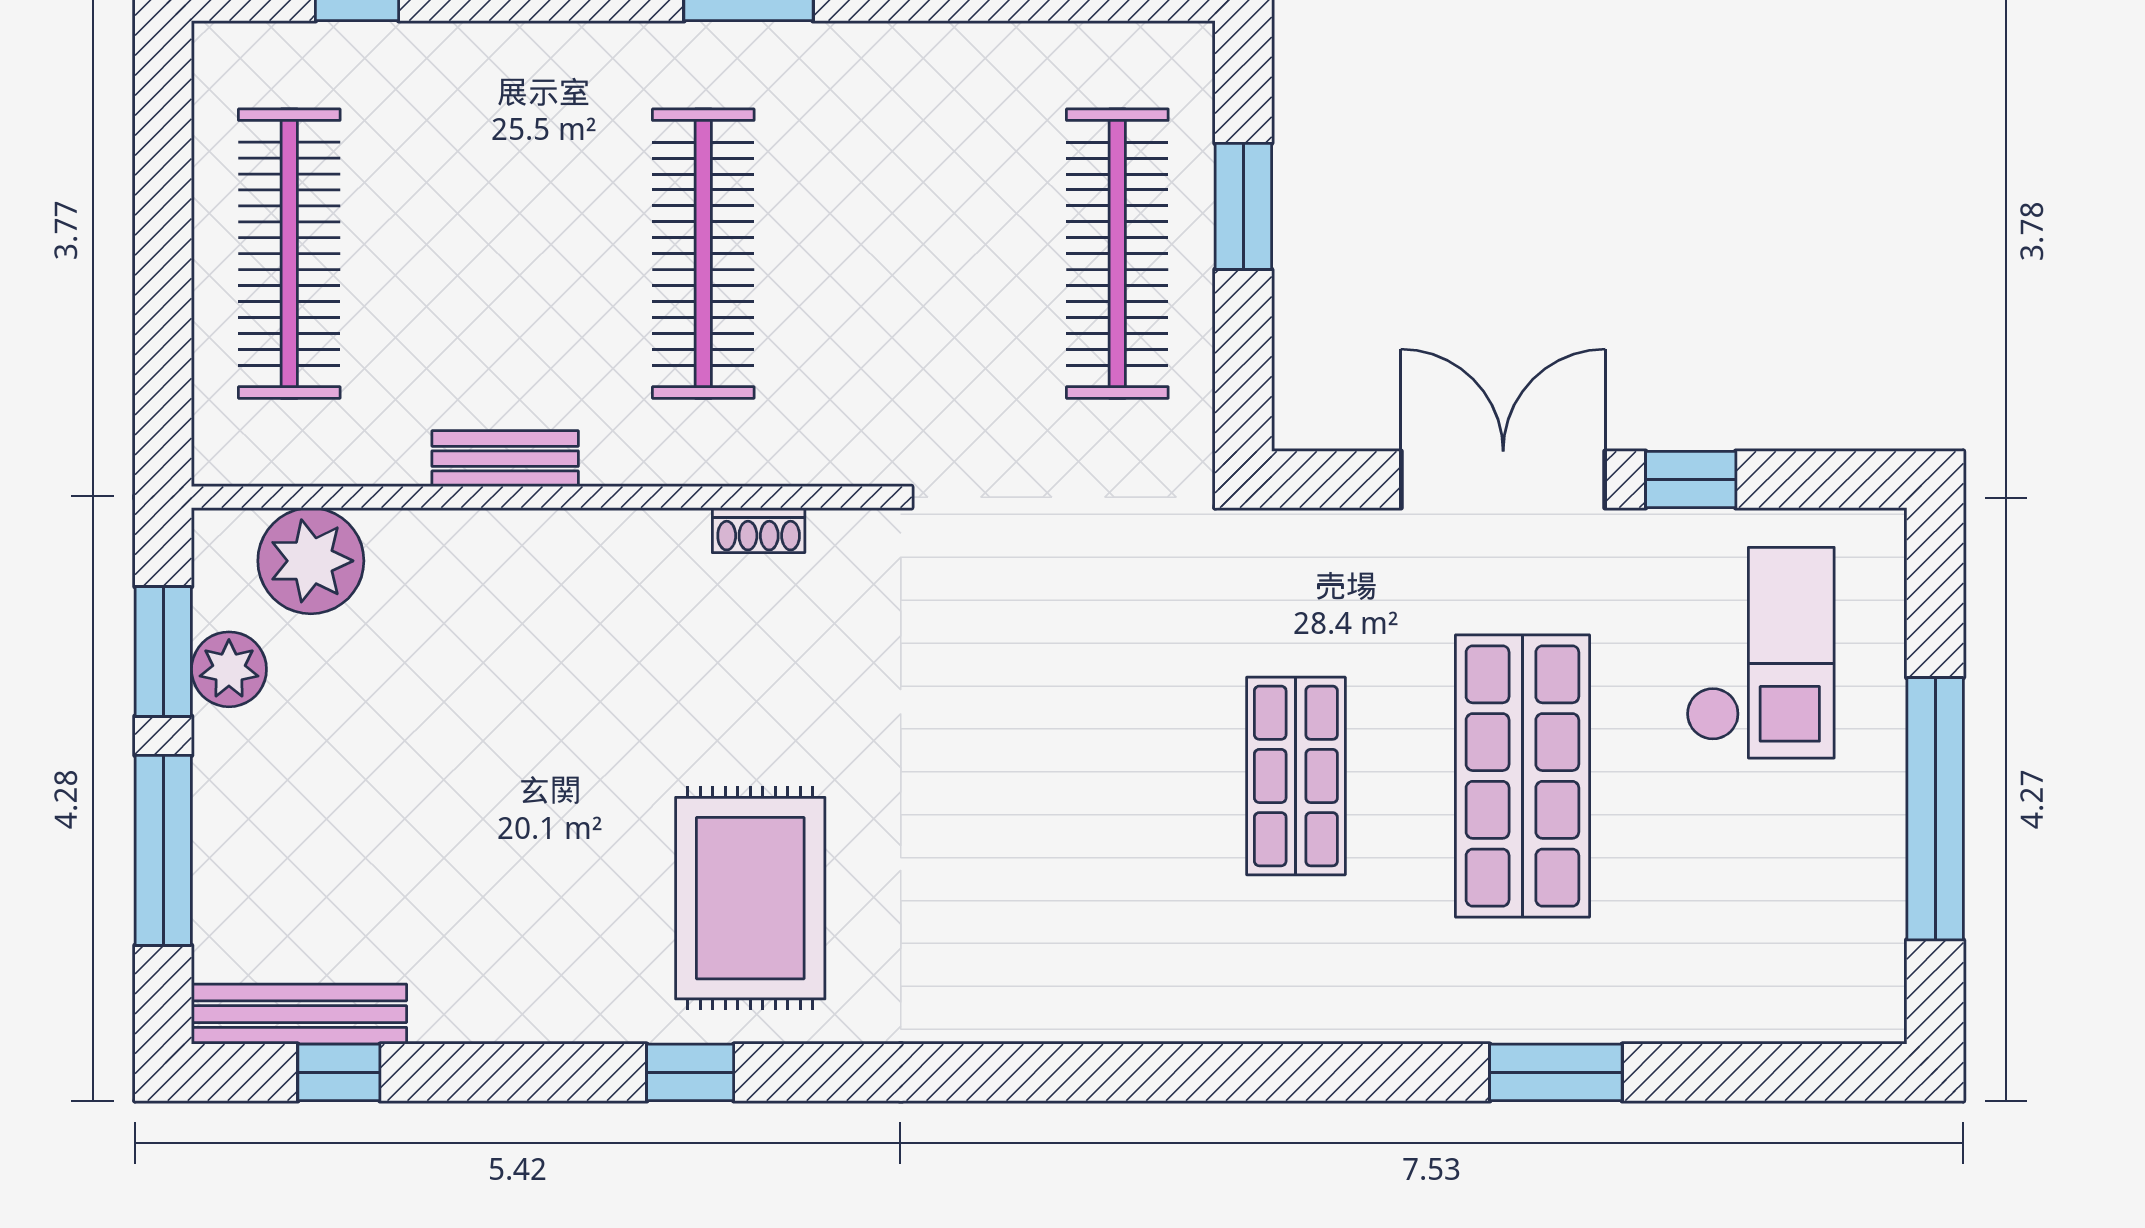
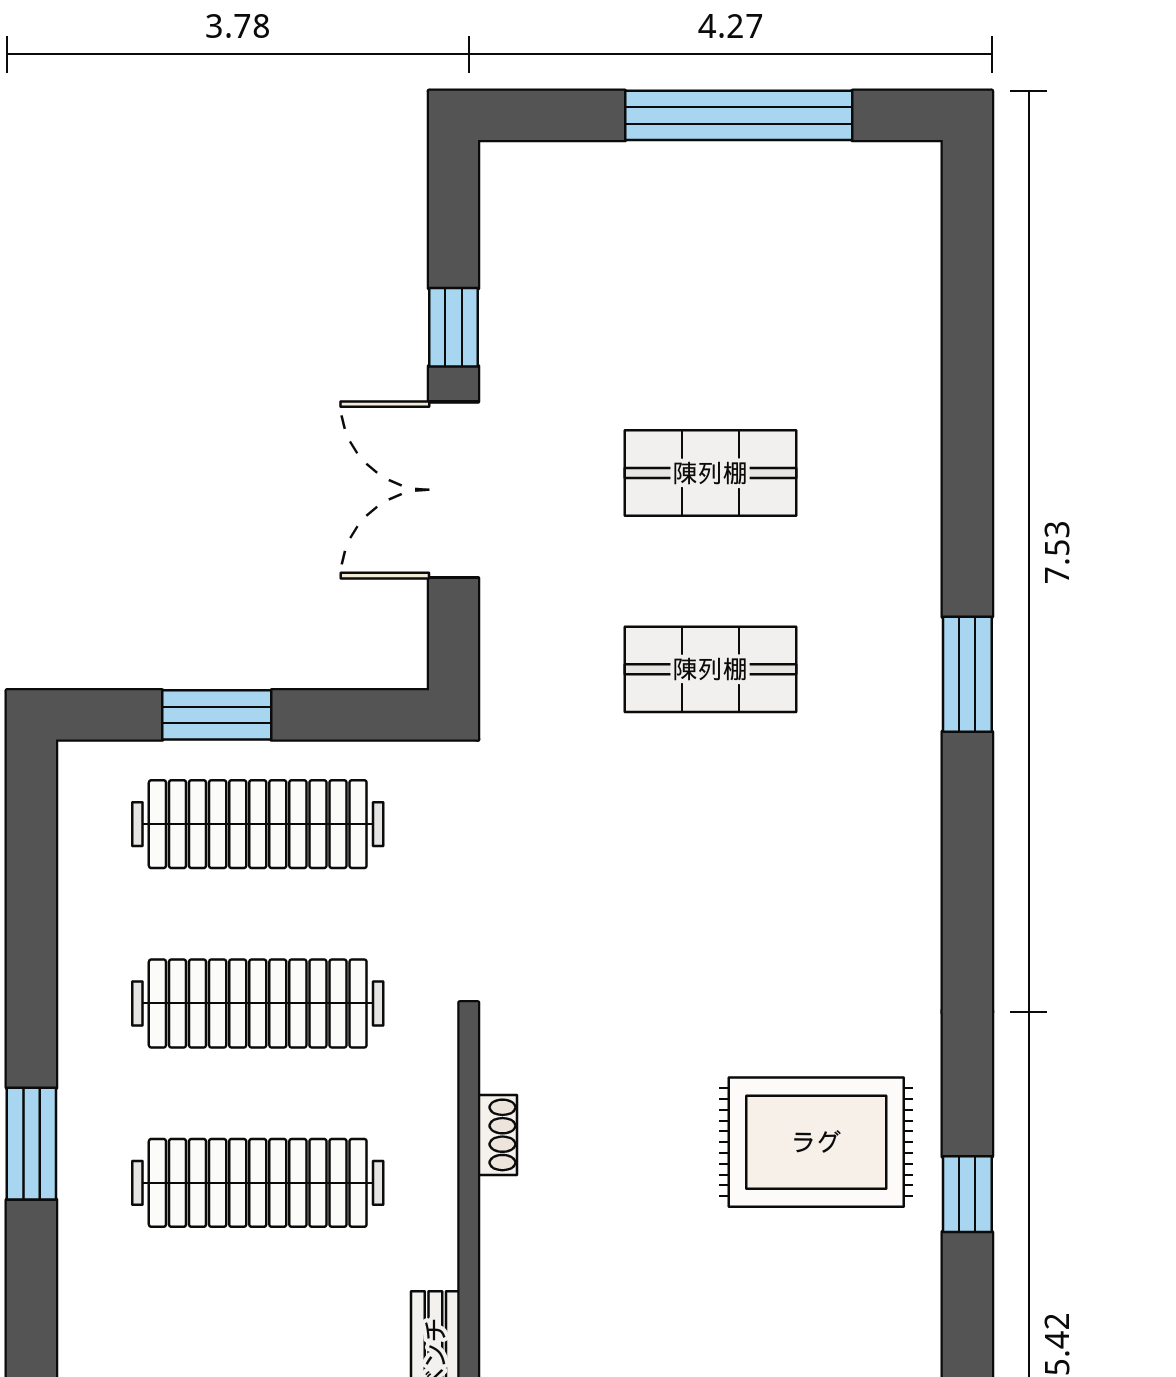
clothes rail: (910, 254) -> (258, 1003), added
checkout: (1760, 653) -> (604, 267), removed
shop shelf: (1522, 776) -> (710, 473), width x0.70, depth x0.74
window: (1556, 1072) -> (967, 674), moved

